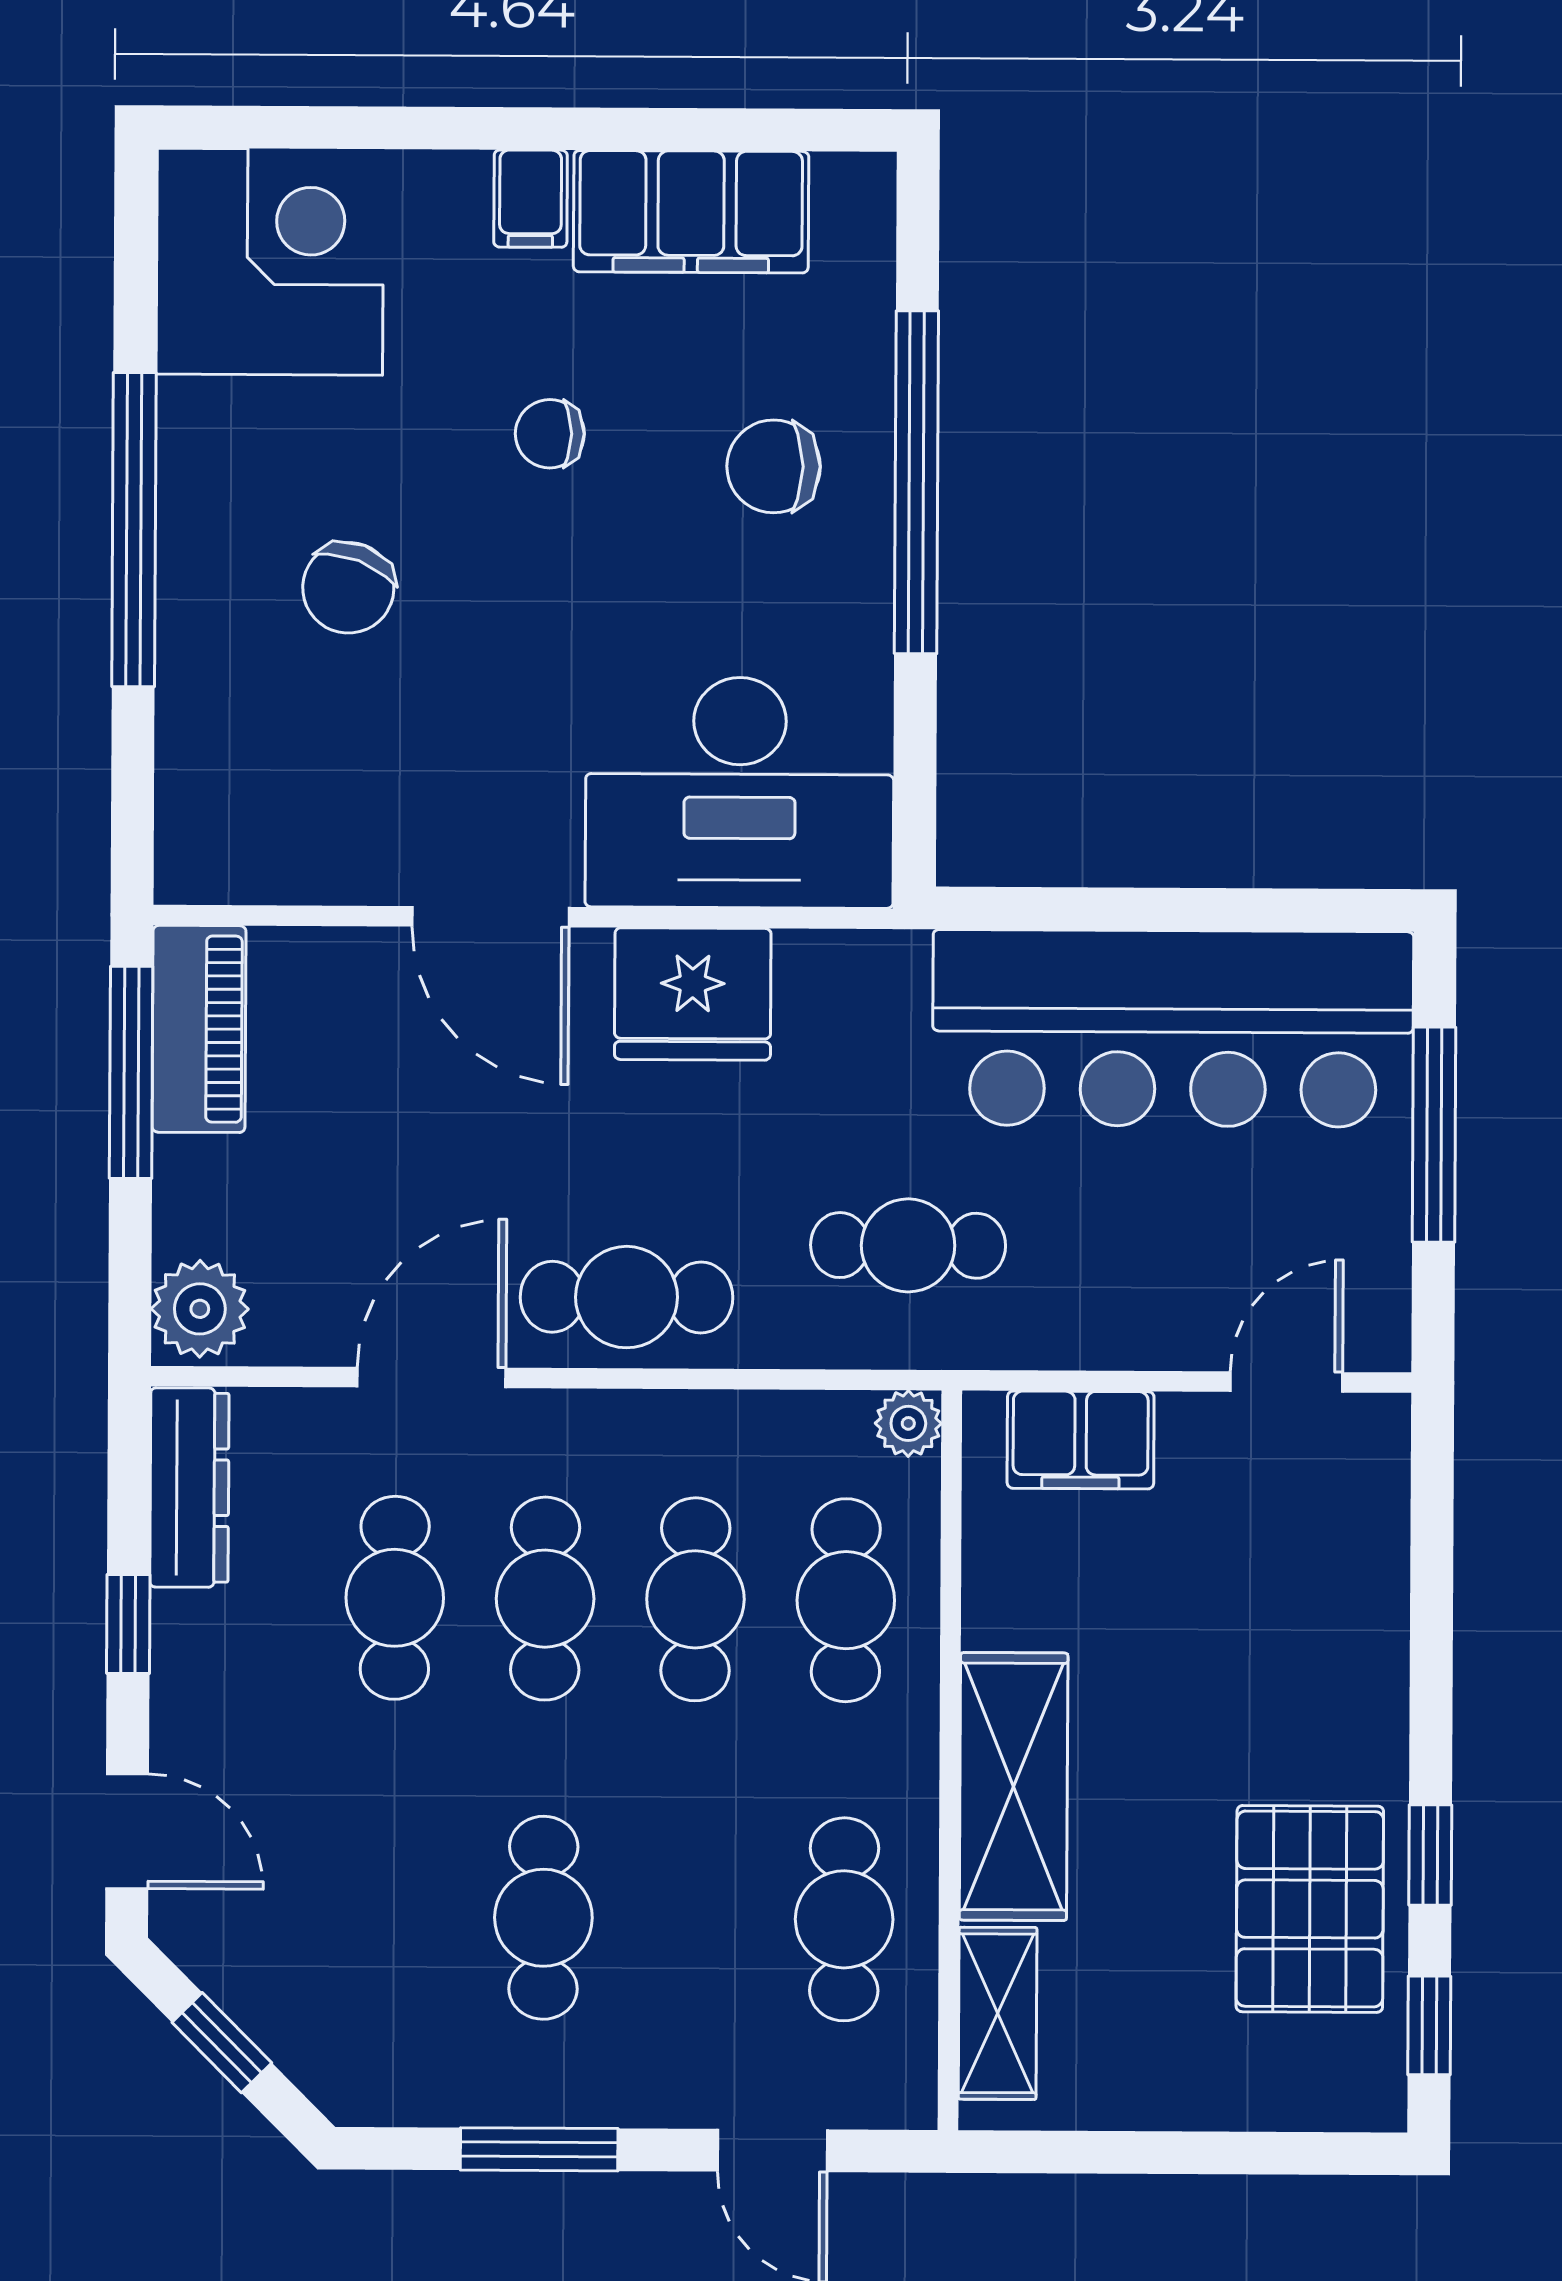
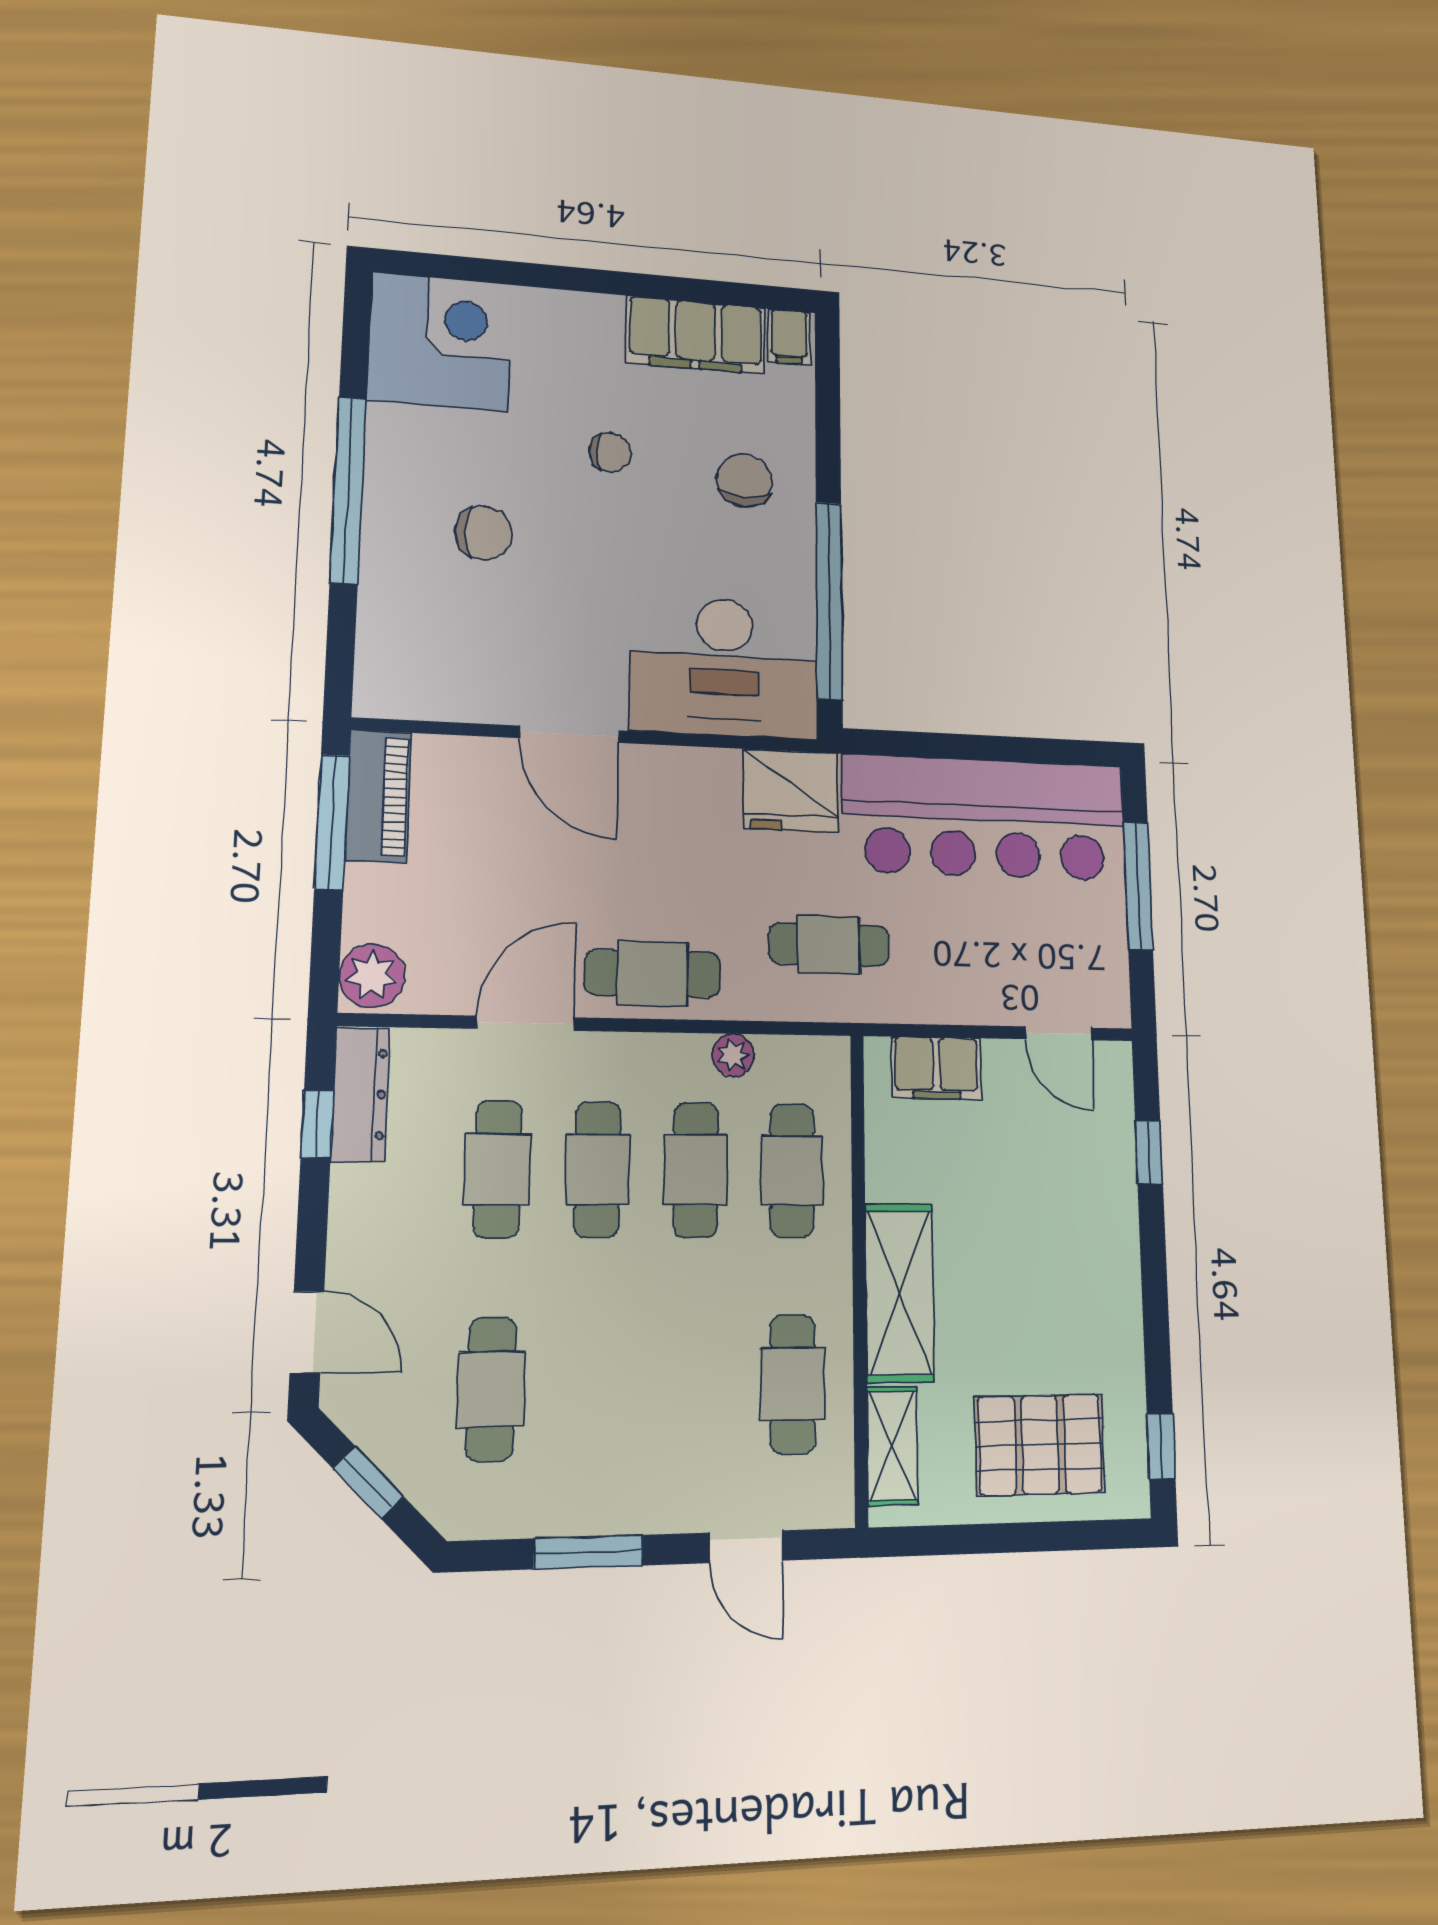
filing cabinet: (531, 199) -> (789, 337), moved
chair: (550, 434) -> (610, 452), turned 180
chair: (774, 466) -> (744, 480), turned 90
window: (916, 482) -> (829, 600), moved
chair: (348, 588) -> (484, 533), turned -111
fridge: (693, 994) -> (791, 790), moved
door: (1286, 1382) -> (1059, 1033), swing flipped
plant: (908, 1423) -> (733, 1055), moved
window: (128, 1624) -> (317, 1124), moved
window: (1430, 1855) -> (1149, 1153), moved
pallet: (1310, 1909) -> (1040, 1445), moved, turned 90
cafe table: (543, 1918) -> (491, 1389), moved

